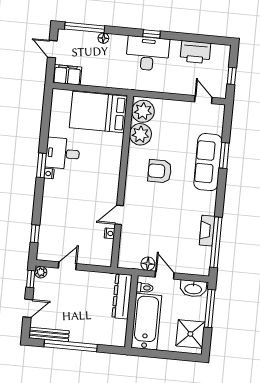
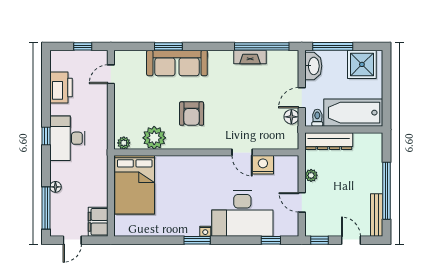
plant: (143, 111) -> (124, 143), width x0.53, depth x0.53
desk: (63, 153) -> (242, 214), moved, width x1.87, depth x1.30
nightstand: (110, 233) -> (263, 165), width x1.89, depth x1.79
plant: (41, 272) -> (311, 175), moved

